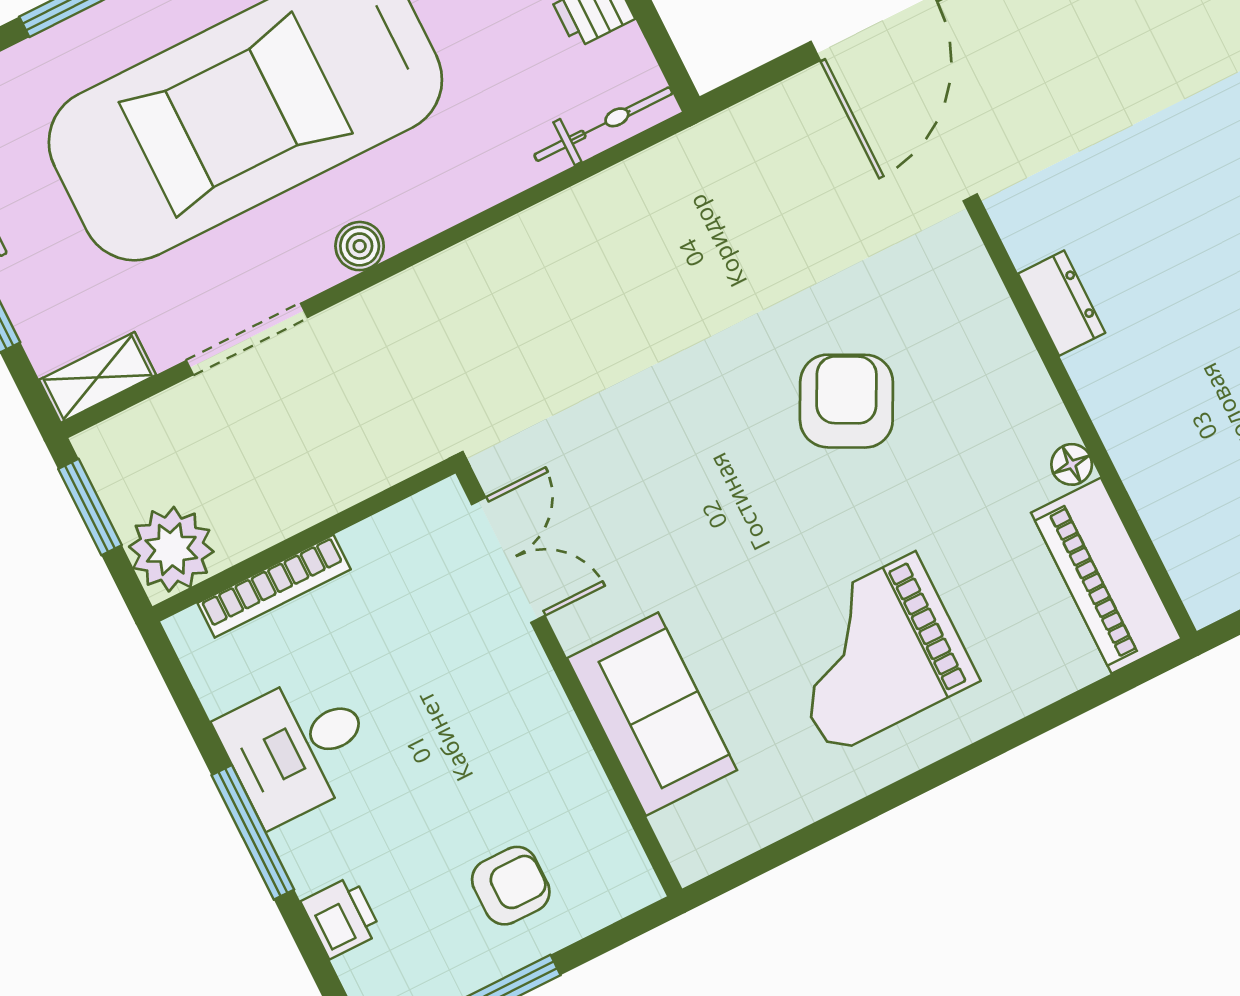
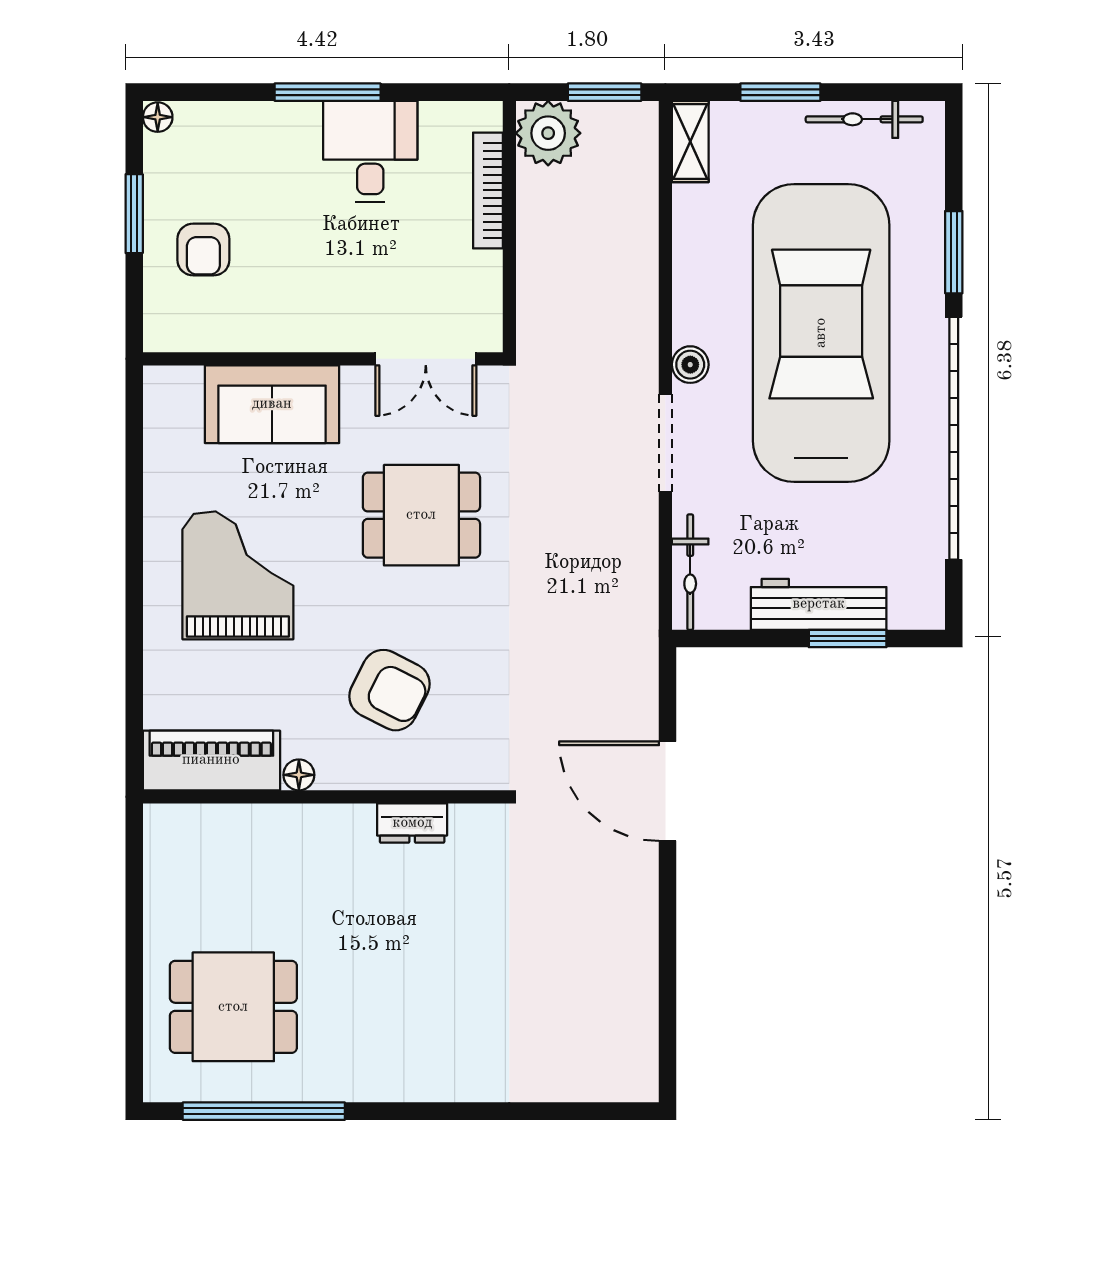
doorway: (247, 339) -> (665, 443), moved
armchair: (846, 401) -> (389, 690), moved
dining table: (695, 473) -> (421, 515), added
printer: (341, 917) -> (240, 123), removed

